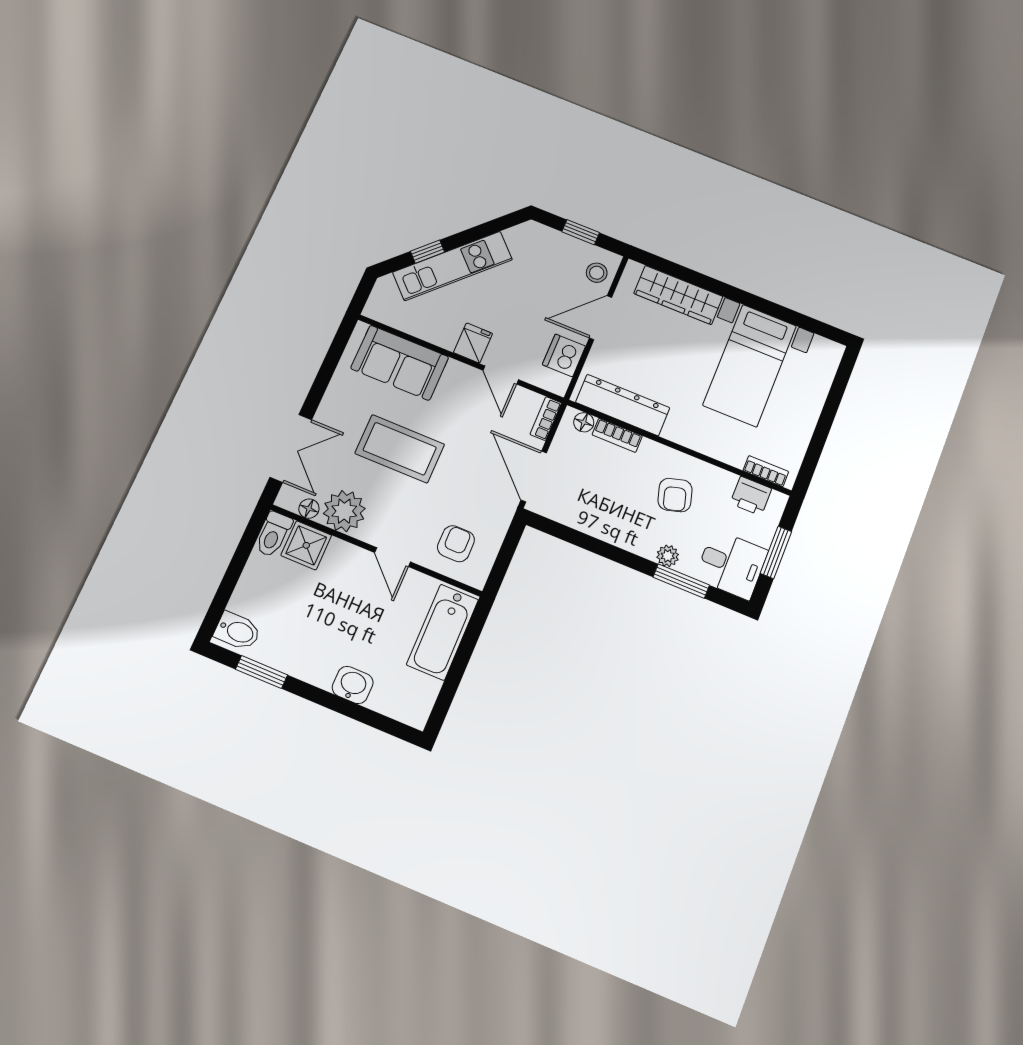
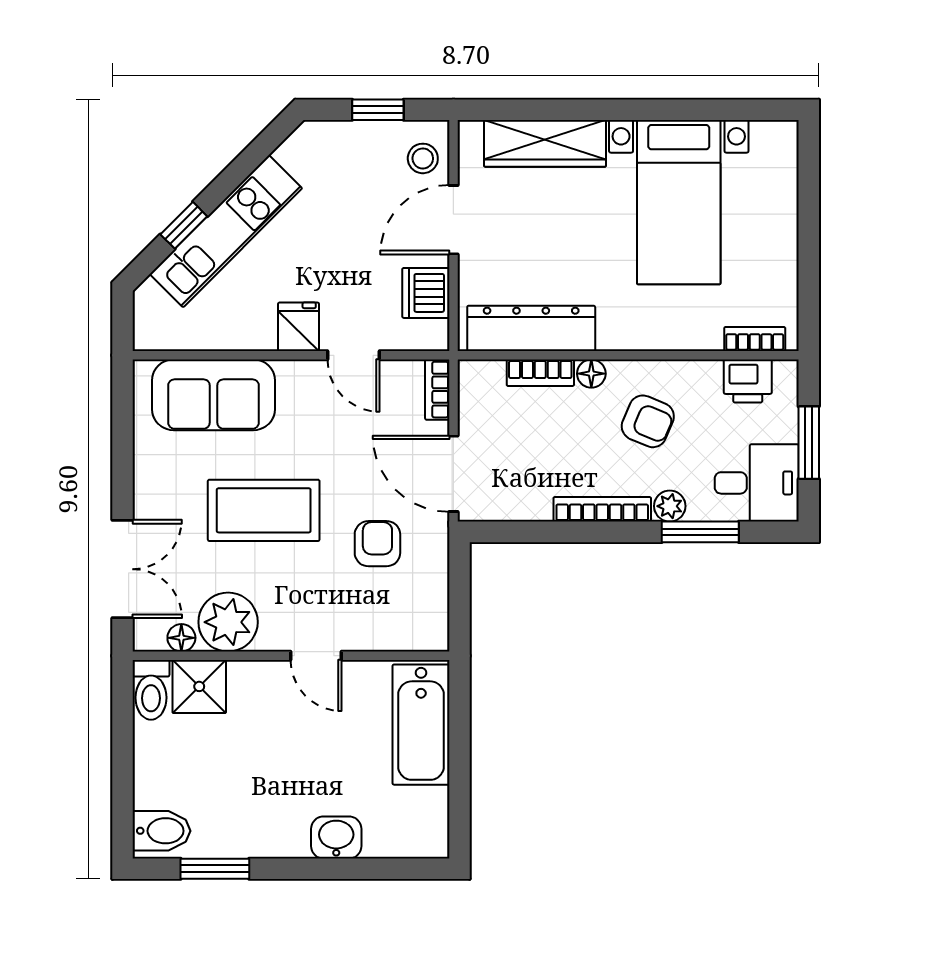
floor lamp: (584, 422) -> (591, 374), moved
armchair: (675, 495) -> (648, 421), turned -51
bookcase: (622, 540) -> (602, 509), added
armchair: (456, 544) -> (377, 544), moved

